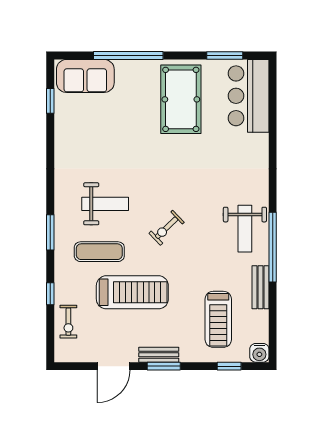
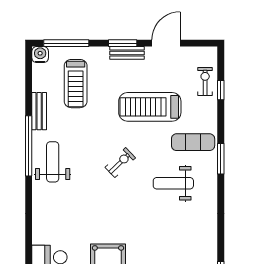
exercise mat: (99, 252) -> (193, 142), moved
window: (50, 294) -> (221, 90), moved
treadmill: (218, 319) -> (76, 84), turned 180
window: (229, 366) -> (66, 43), width x2.17

